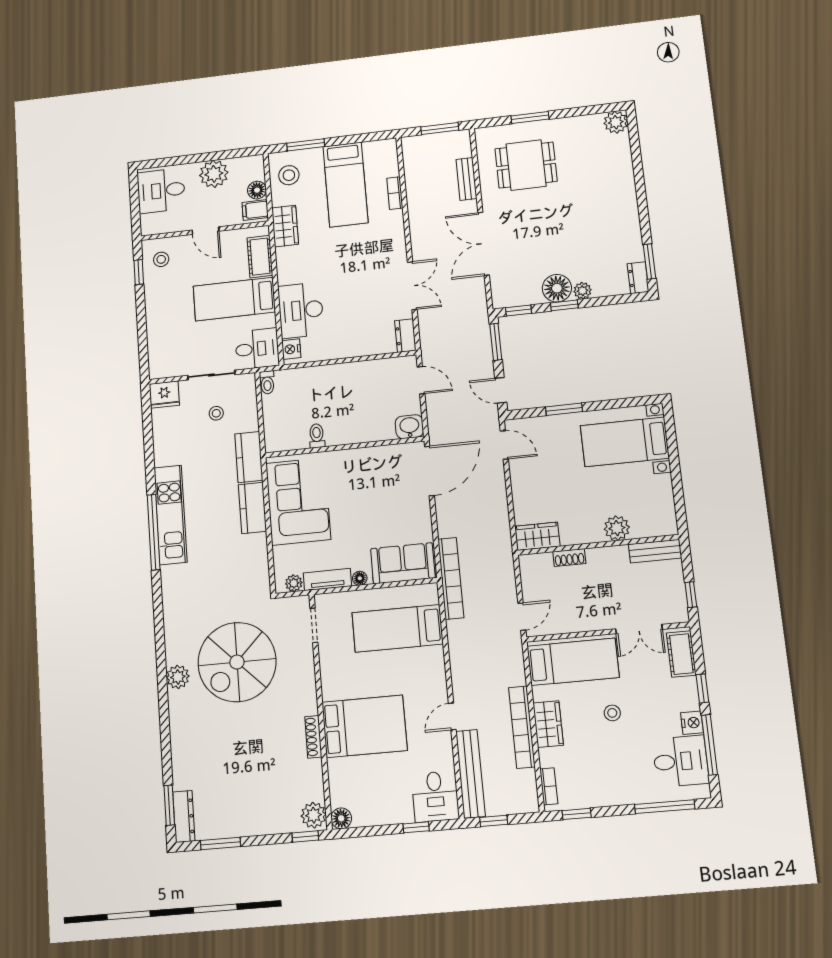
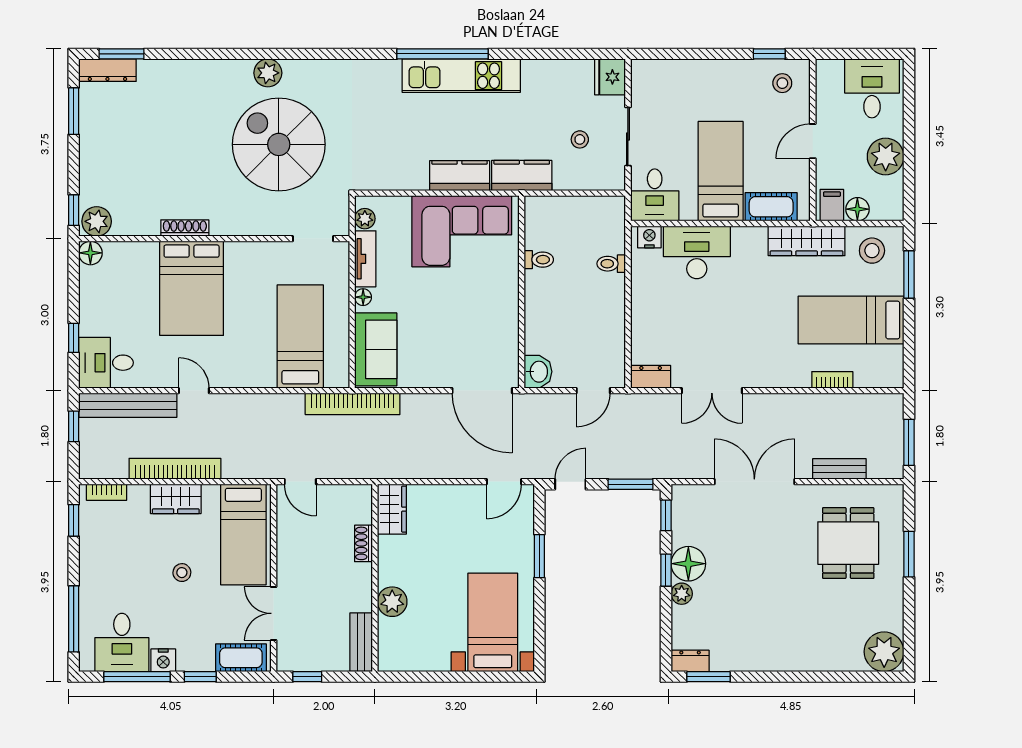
plant: (616, 122) -> (884, 652), width x1.36, depth x1.36
wardrobe: (285, 226) -> (807, 241), width x1.50
toilet: (267, 382) -> (611, 264), moved

